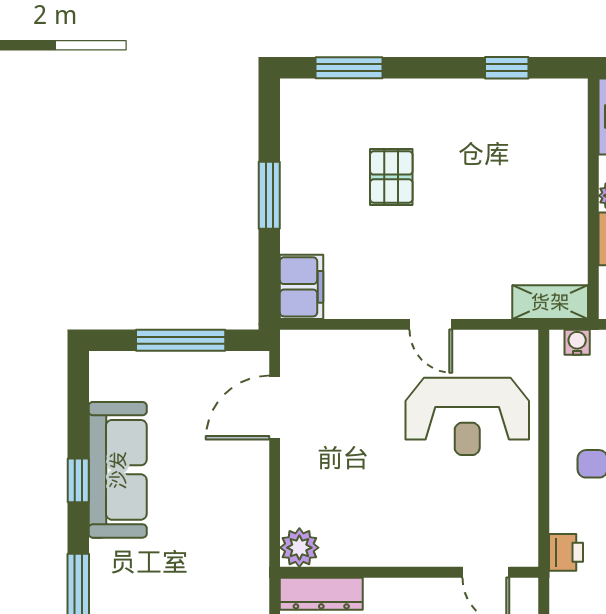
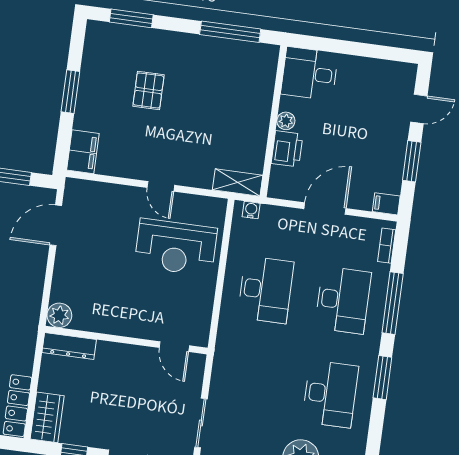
window: (507, 68) -> (230, 32), width x2.17
printer: (566, 552) -> (226, 341), removed

